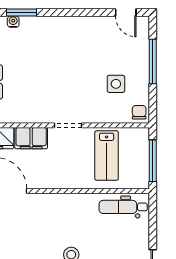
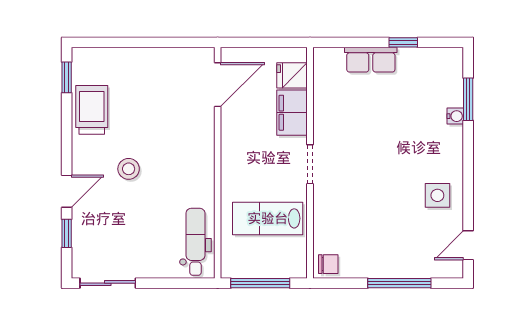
water cooler: (13, 22) -> (455, 116), moved
side table: (116, 84) -> (437, 195), moved

